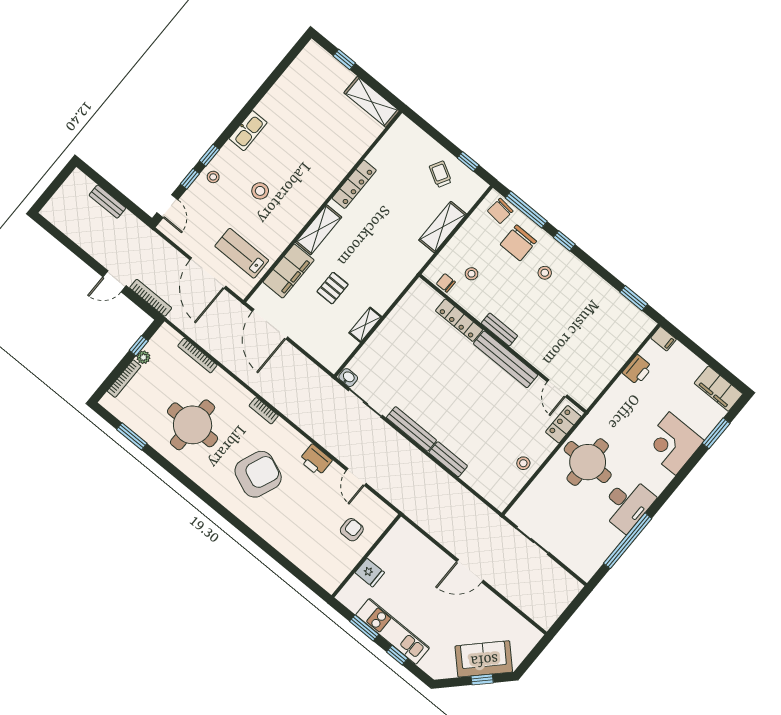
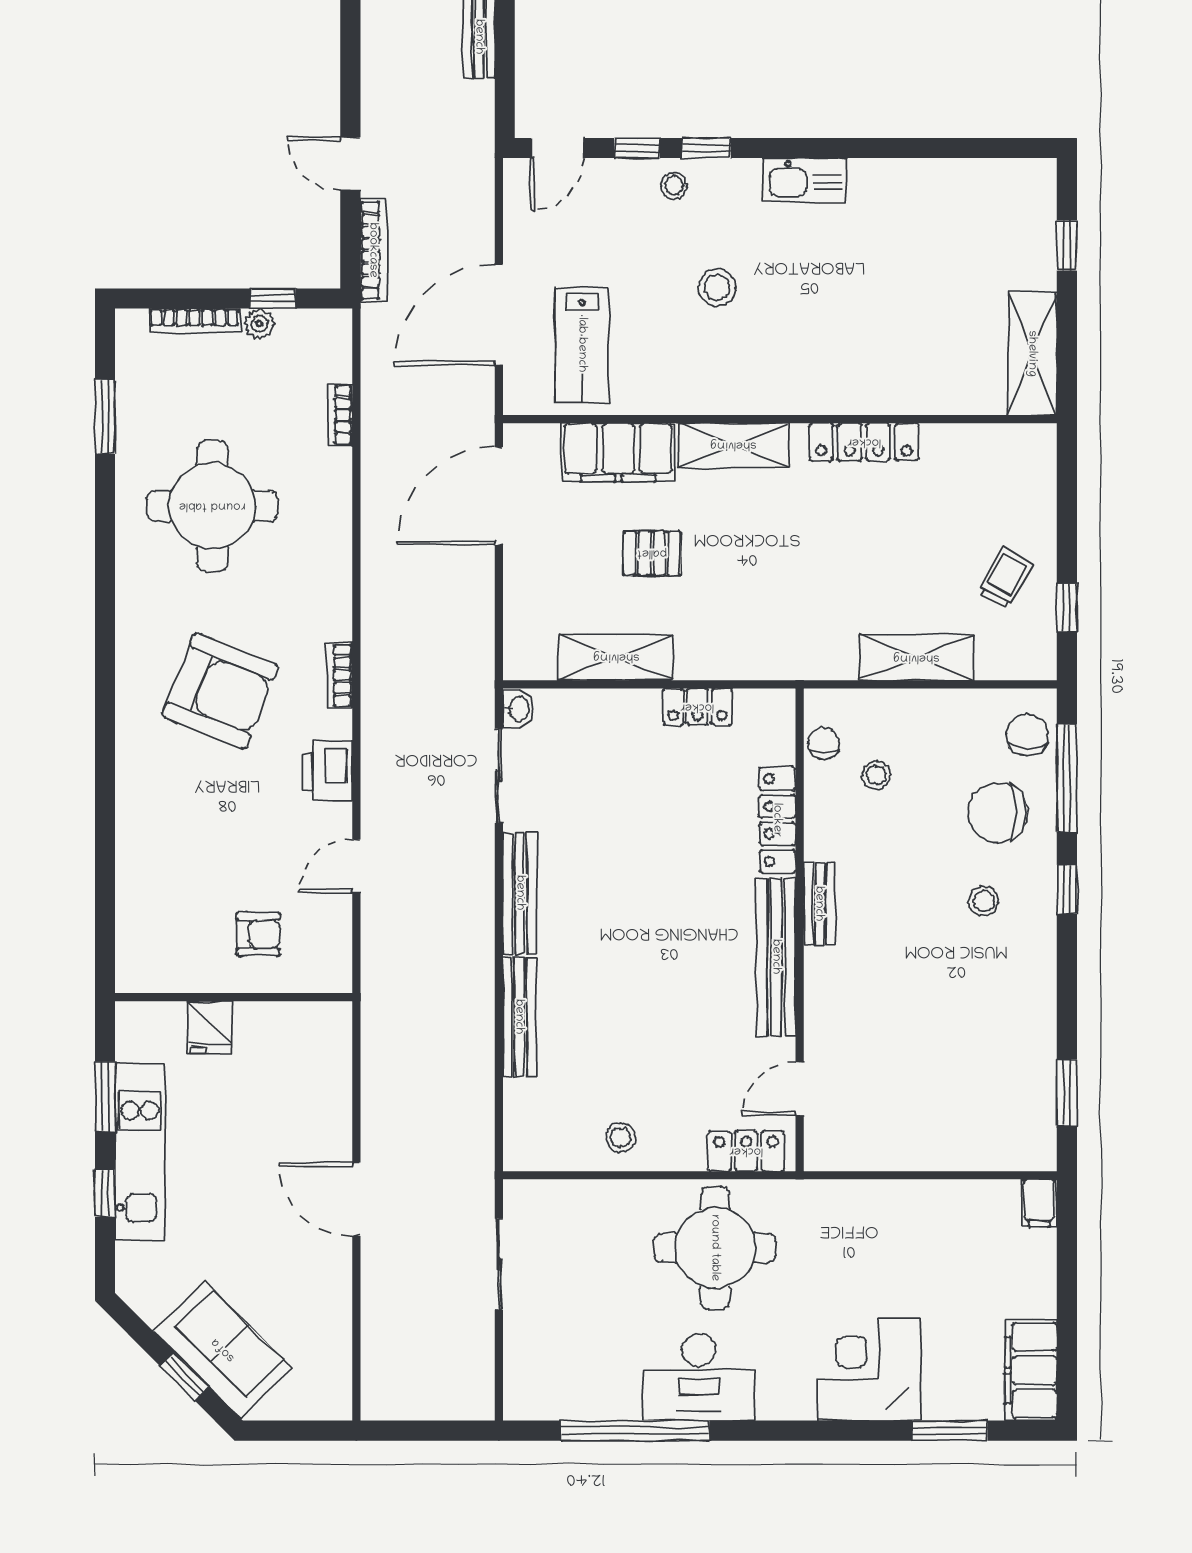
chair: (500, 211) -> (1027, 735), turned 84
lab bench: (242, 253) -> (582, 345), turned 180
locker: (398, 316) -> (697, 707), added
shelving: (365, 325) -> (616, 657), width x1.50, depth x1.33
bookcase: (197, 356) -> (340, 415), width x0.64
printer: (637, 370) -> (947, 1202), removed
bookcase: (264, 411) -> (339, 675), moved
bench: (448, 459) -> (519, 1017), width x1.36

